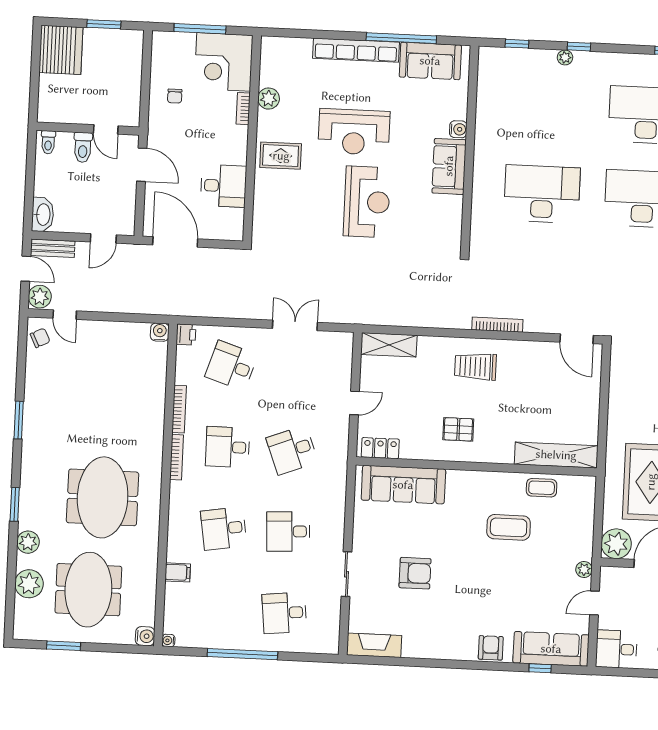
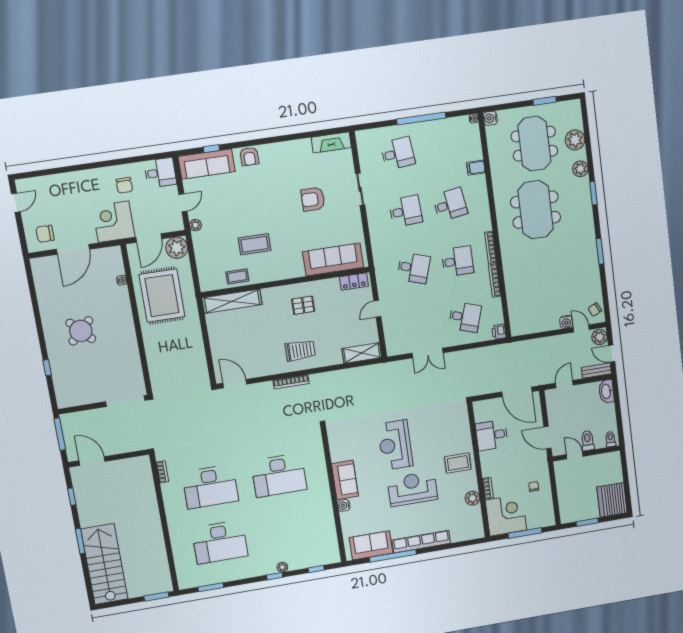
water cooler: (160, 332) -> (566, 322), moved
desk: (292, 450) -> (414, 268), turned 39

